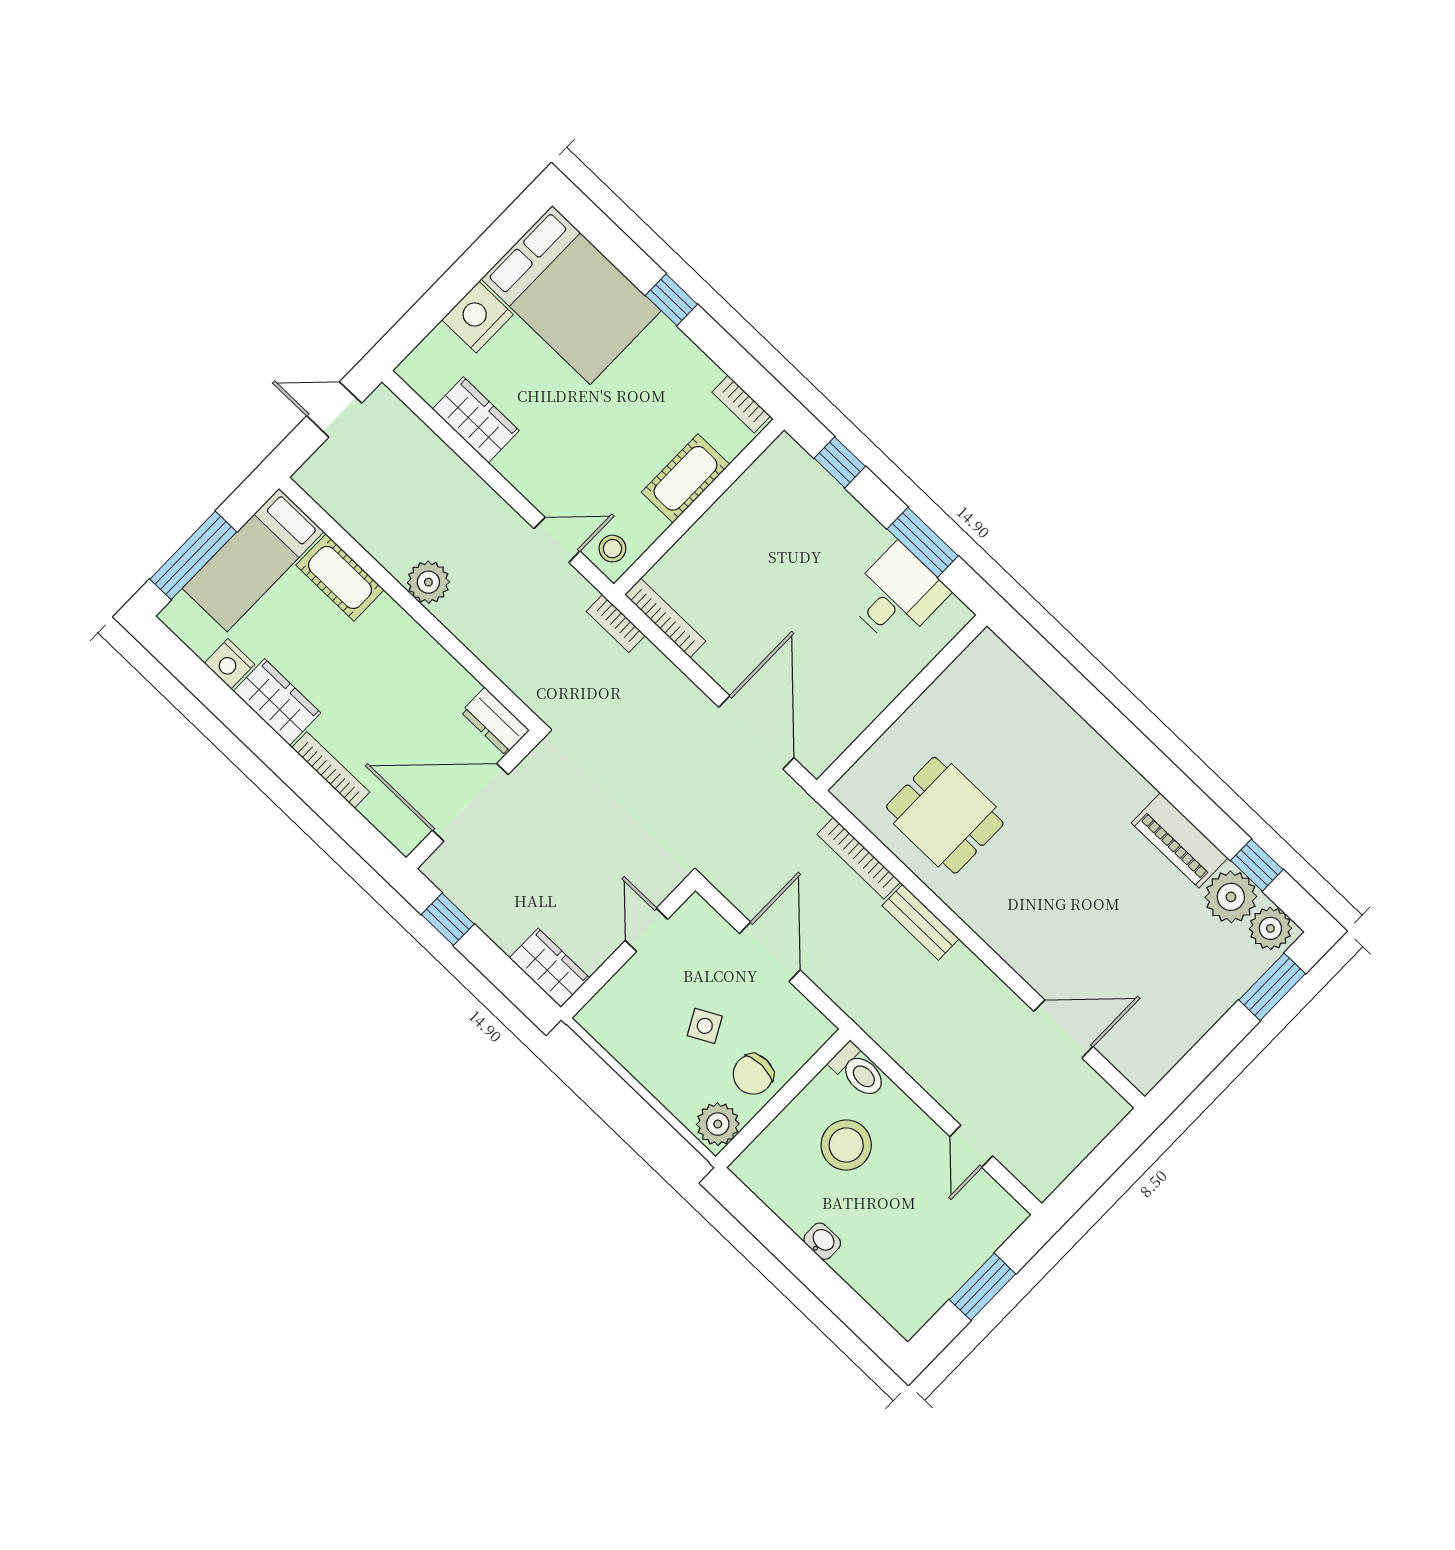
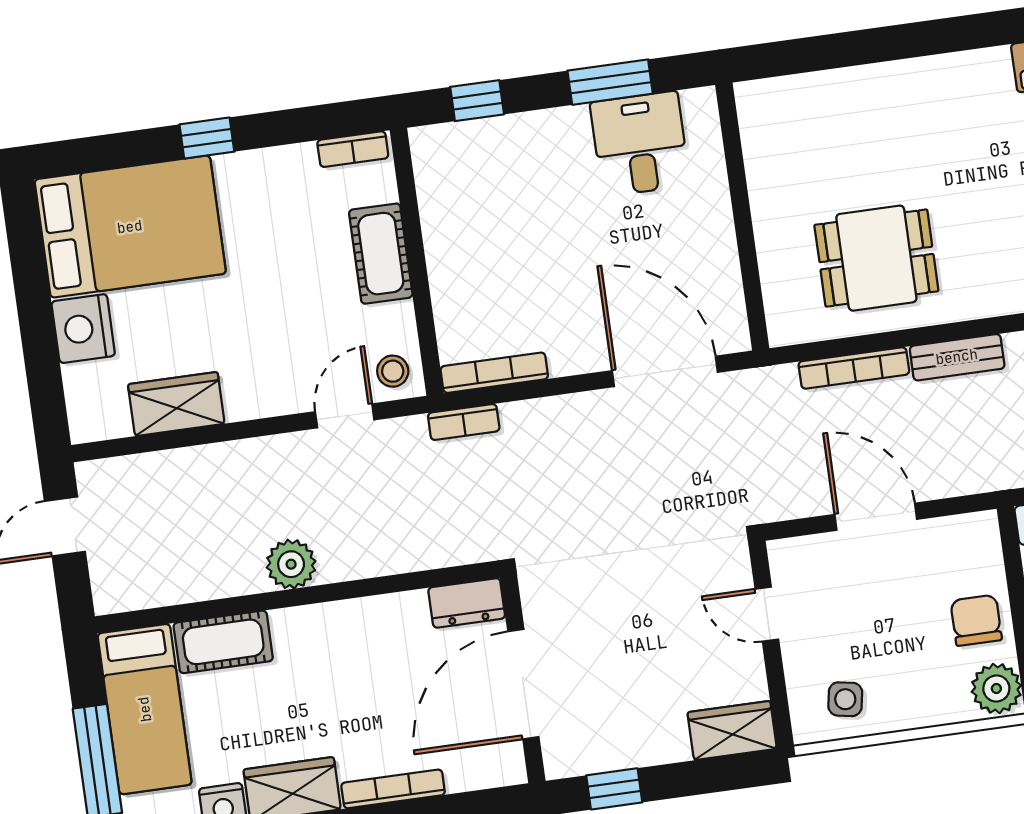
side table: (705, 1026) -> (845, 699), moved, turned 38
chair: (753, 1074) -> (976, 620), turned 180

